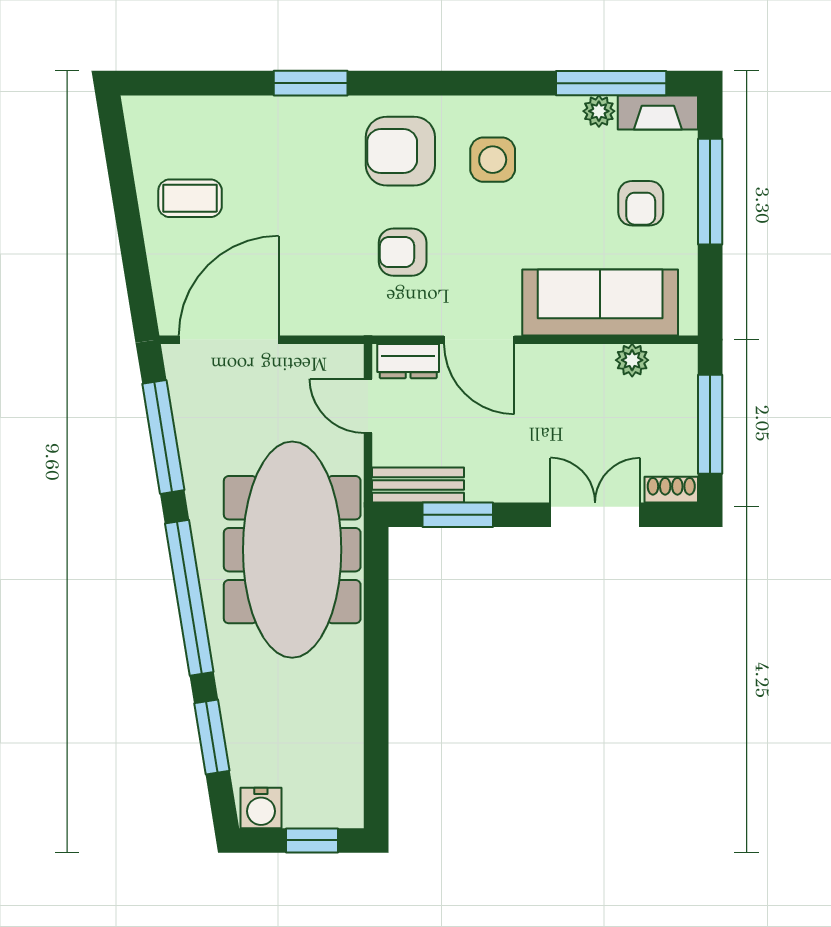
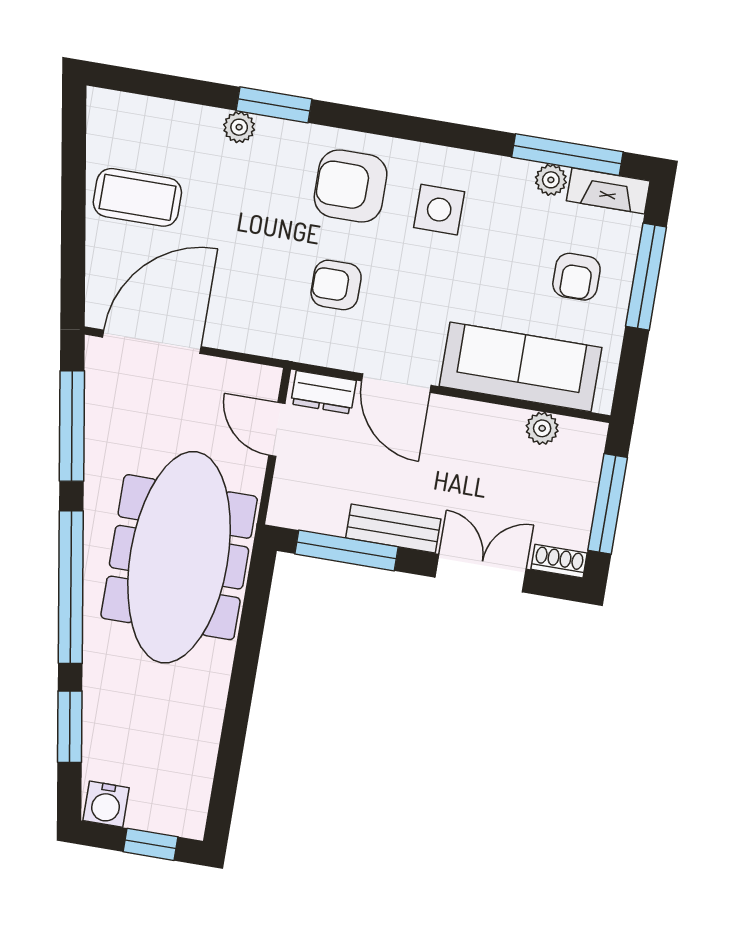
plant: (279, 111) -> (239, 127), added
coffee table: (190, 198) -> (137, 197), width x1.36, depth x1.30
bench: (418, 485) -> (393, 529), moved
window: (458, 515) -> (346, 550), width x1.44

